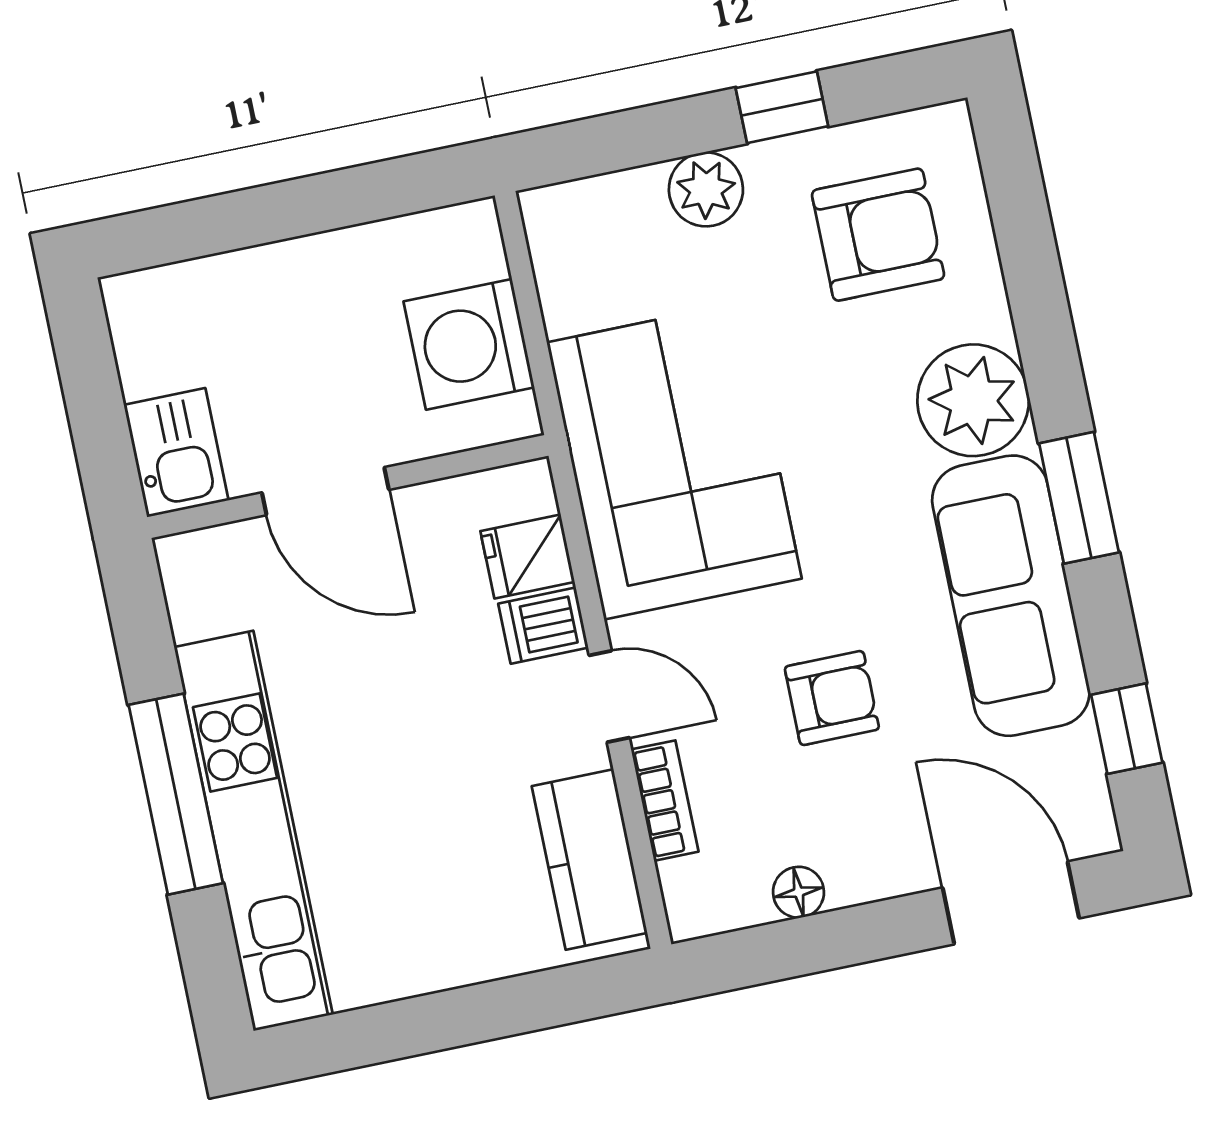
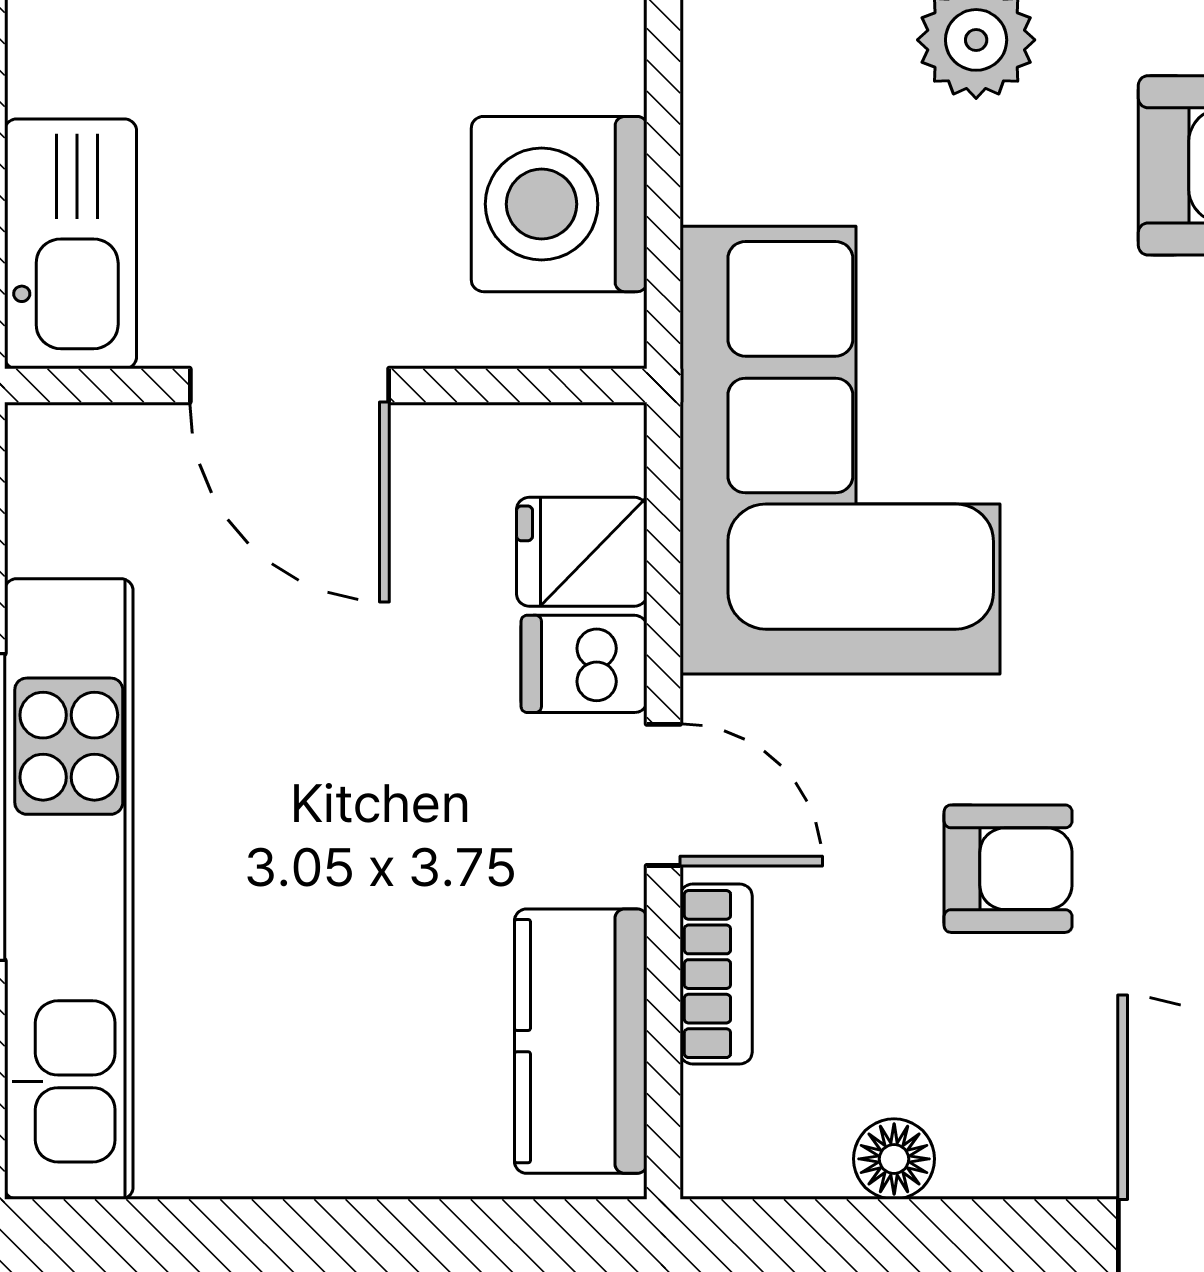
kitchen sink: (176, 453) -> (71, 244), width x1.38

